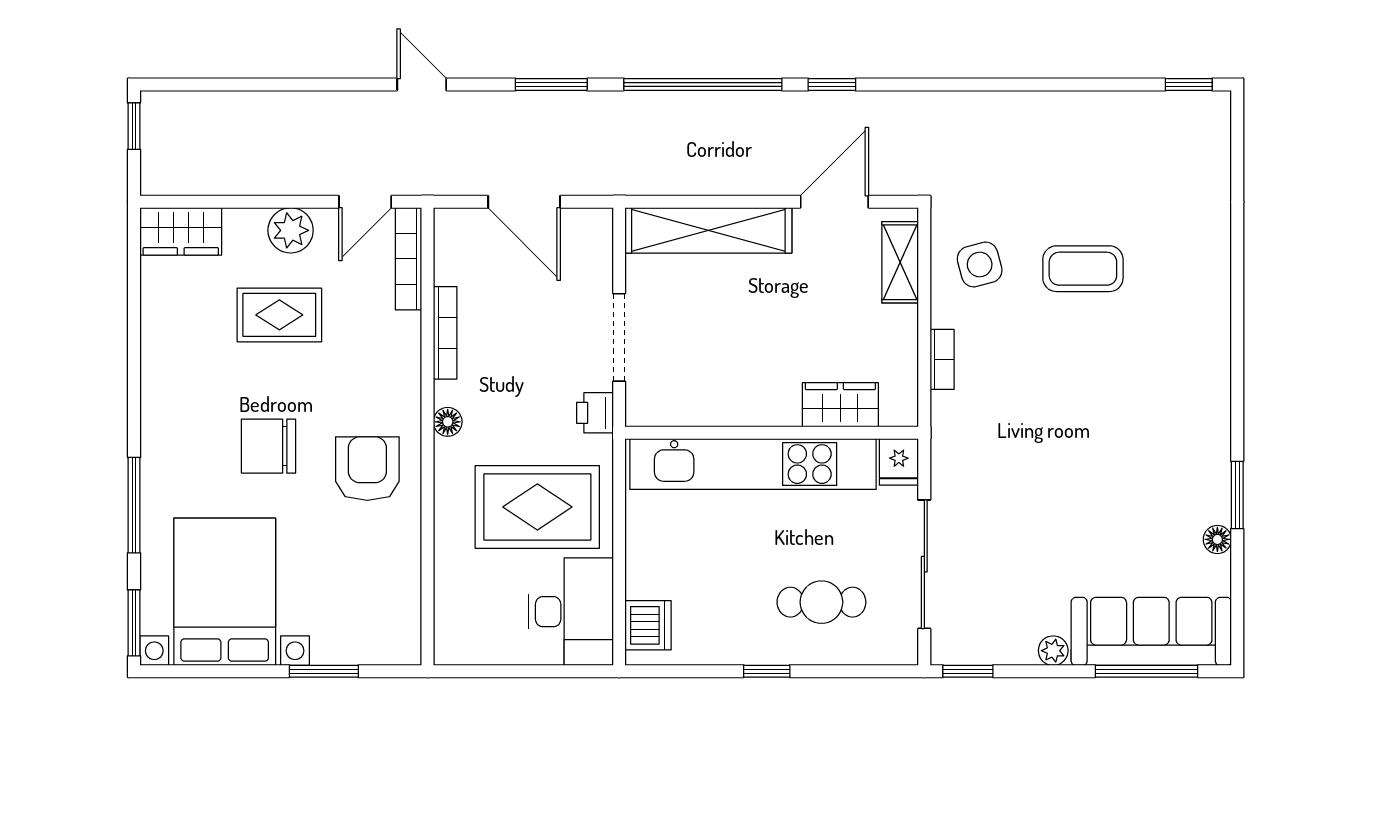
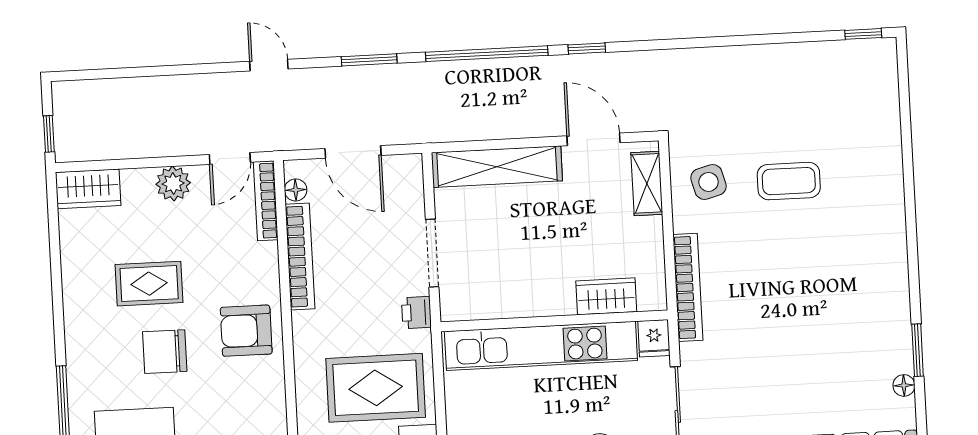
window: (134, 126) -> (49, 134), moved
door: (834, 202) -> (593, 139), hinge flipped
rug: (279, 315) -> (149, 284), moved
bookcase: (445, 333) -> (300, 256), width x1.48, depth x1.31
bookcase: (942, 359) -> (688, 287), width x2.31, depth x1.31
floor lamp: (448, 422) -> (296, 190), moved
armchair: (367, 469) -> (246, 331), moved, turned -90

